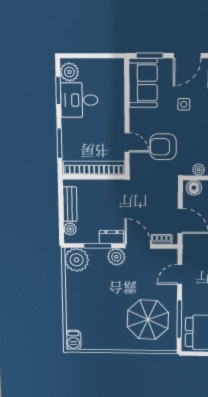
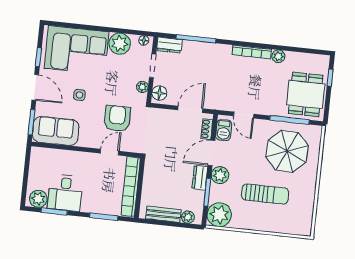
armchair: (163, 147) -> (117, 118), turned 180
sun lounger: (103, 302) -> (265, 194), added
barbecue: (73, 340) -> (224, 130), moved, turned 90

